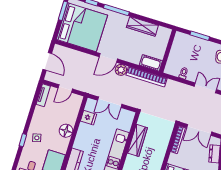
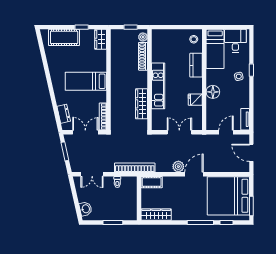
wardrobe: (142, 26) -> (156, 215), moved
bookcase: (147, 77) -> (135, 168), moved
fridge: (88, 118) -> (195, 100), moved

